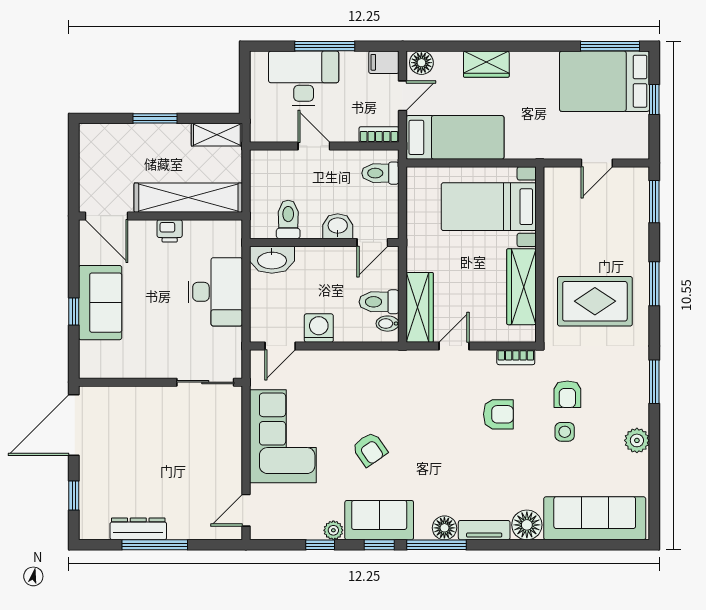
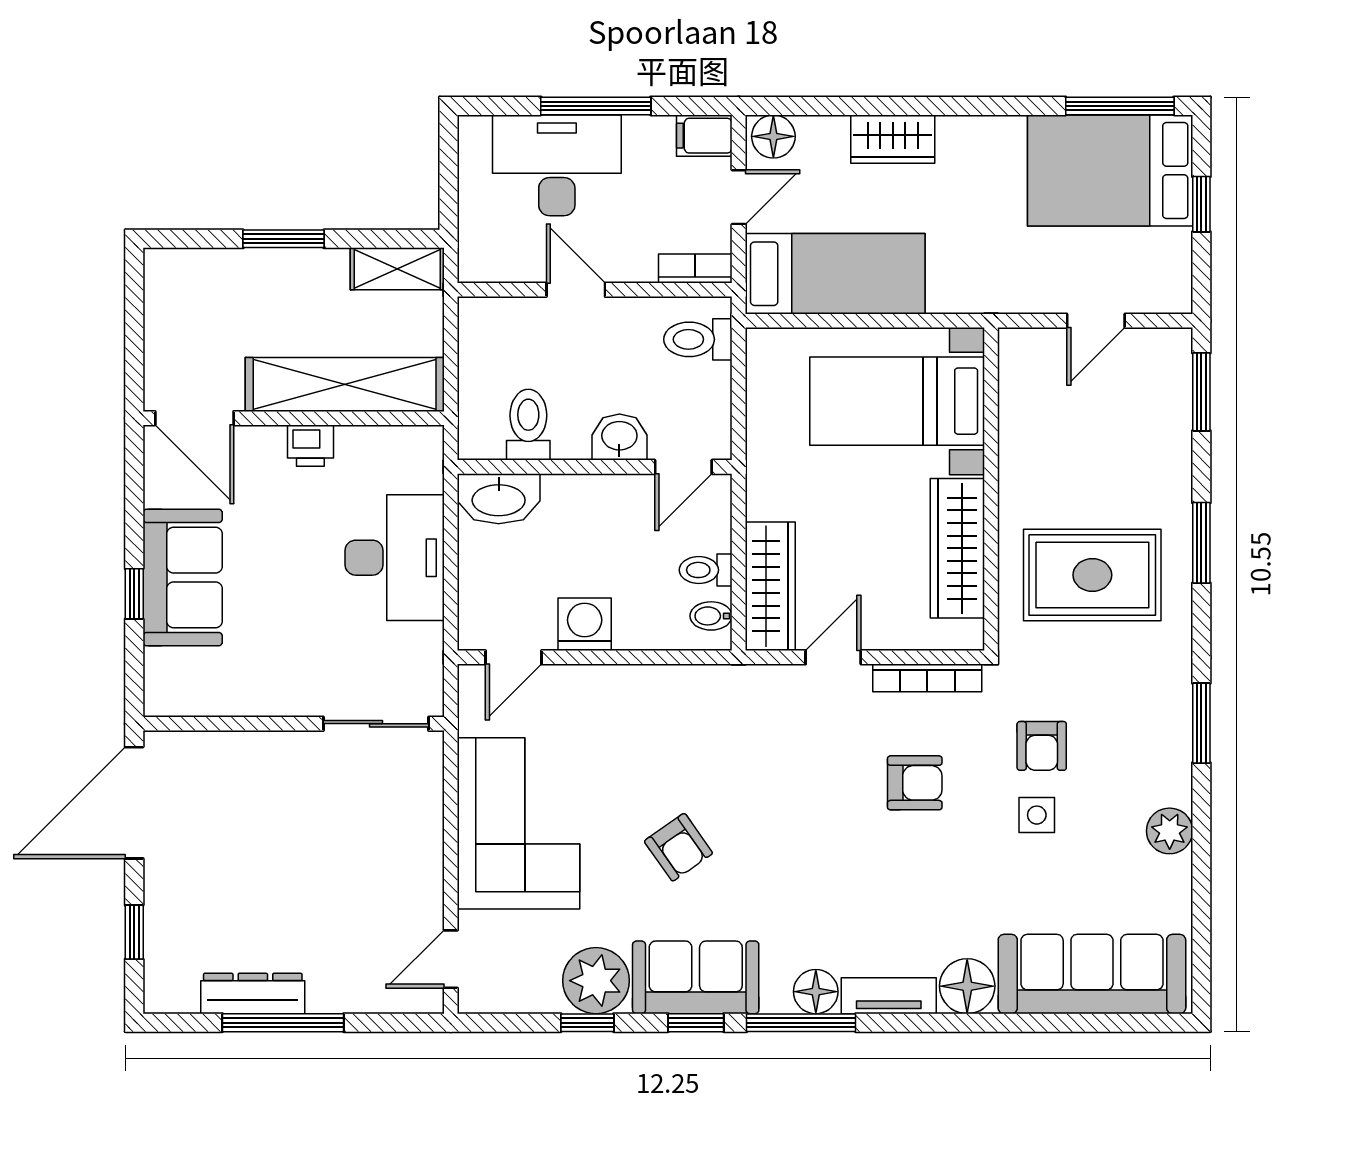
toilet: (379, 302) -> (706, 570), width x0.73, depth x0.72
bookcase: (516, 357) -> (927, 678), width x1.56
plant: (333, 530) -> (596, 981), width x1.88, depth x1.88

